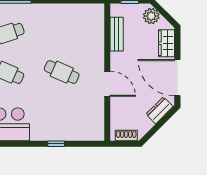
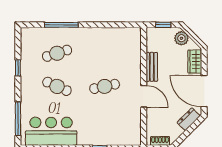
bench: (117, 34) -> (152, 67), moved
cafe table: (62, 72) -> (105, 86), turned -36

